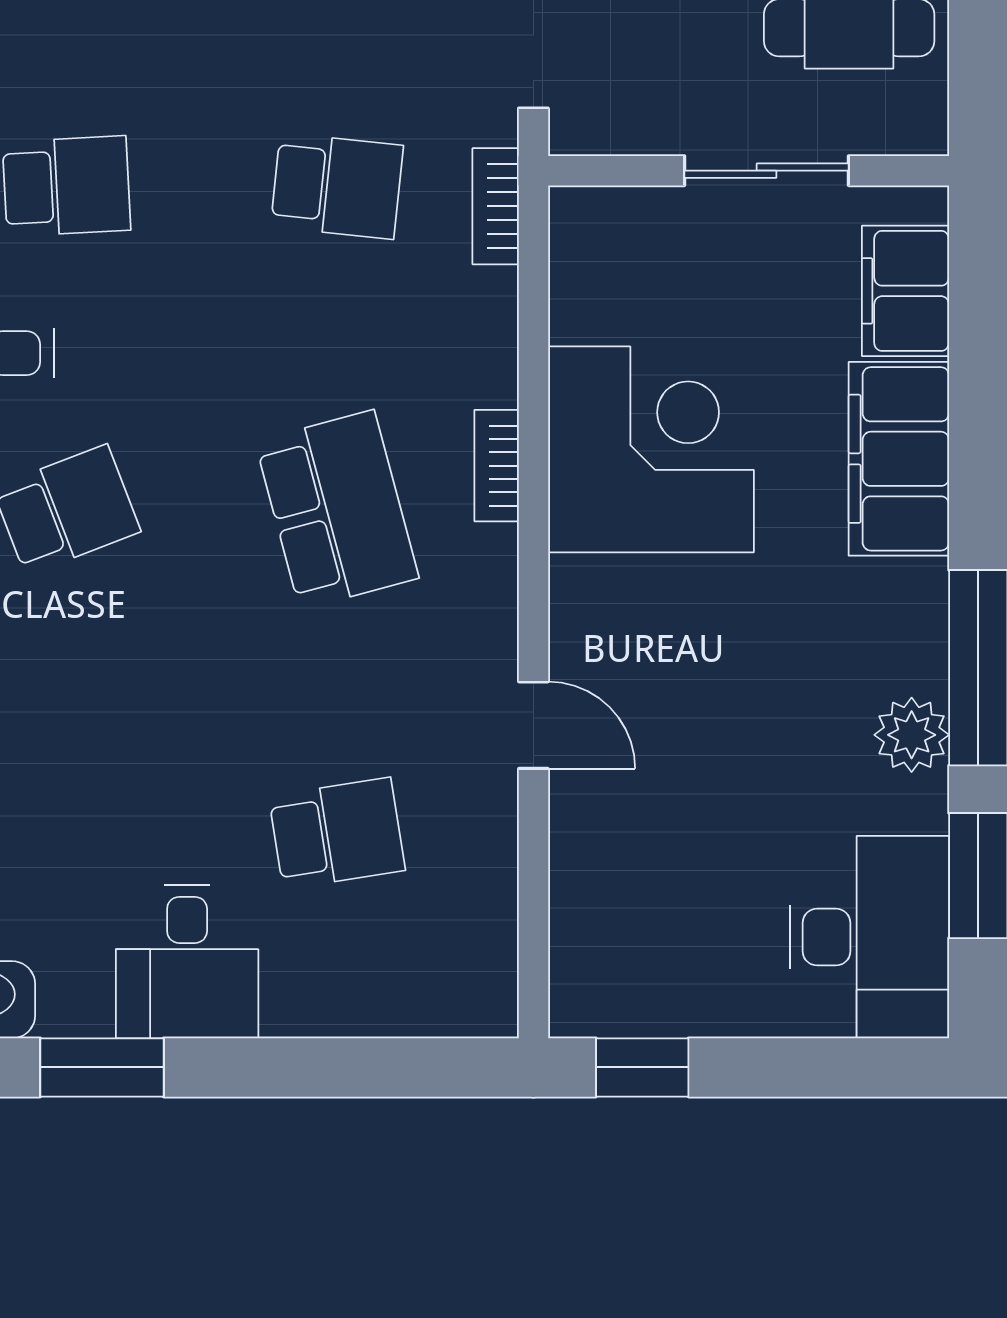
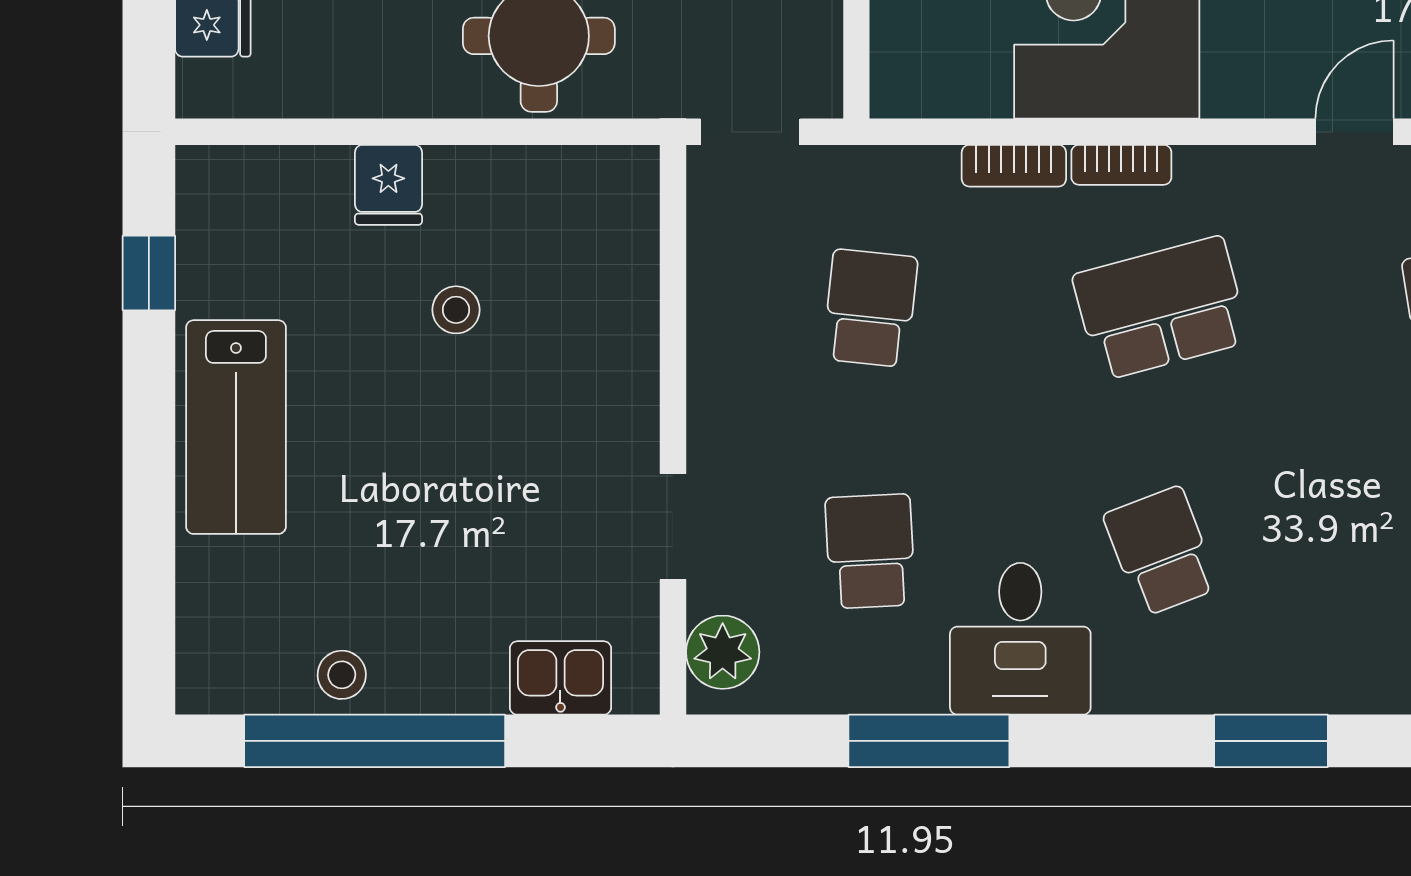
bookcase: (496, 206) -> (1014, 166), moved

